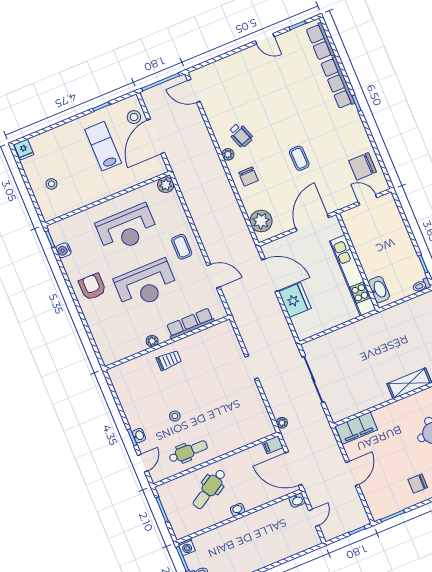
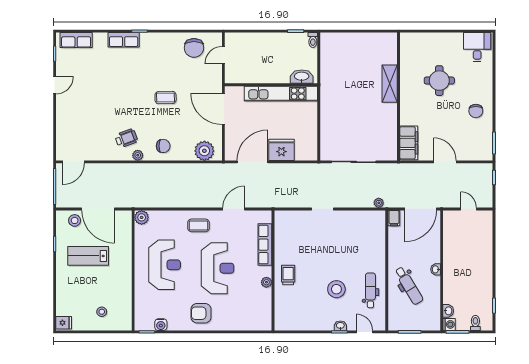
row of seats: (338, 83) -> (124, 40), width x0.68
stool: (175, 416) -> (336, 289), width x1.89, depth x1.89
washbasin: (297, 500) -> (448, 311), moved

